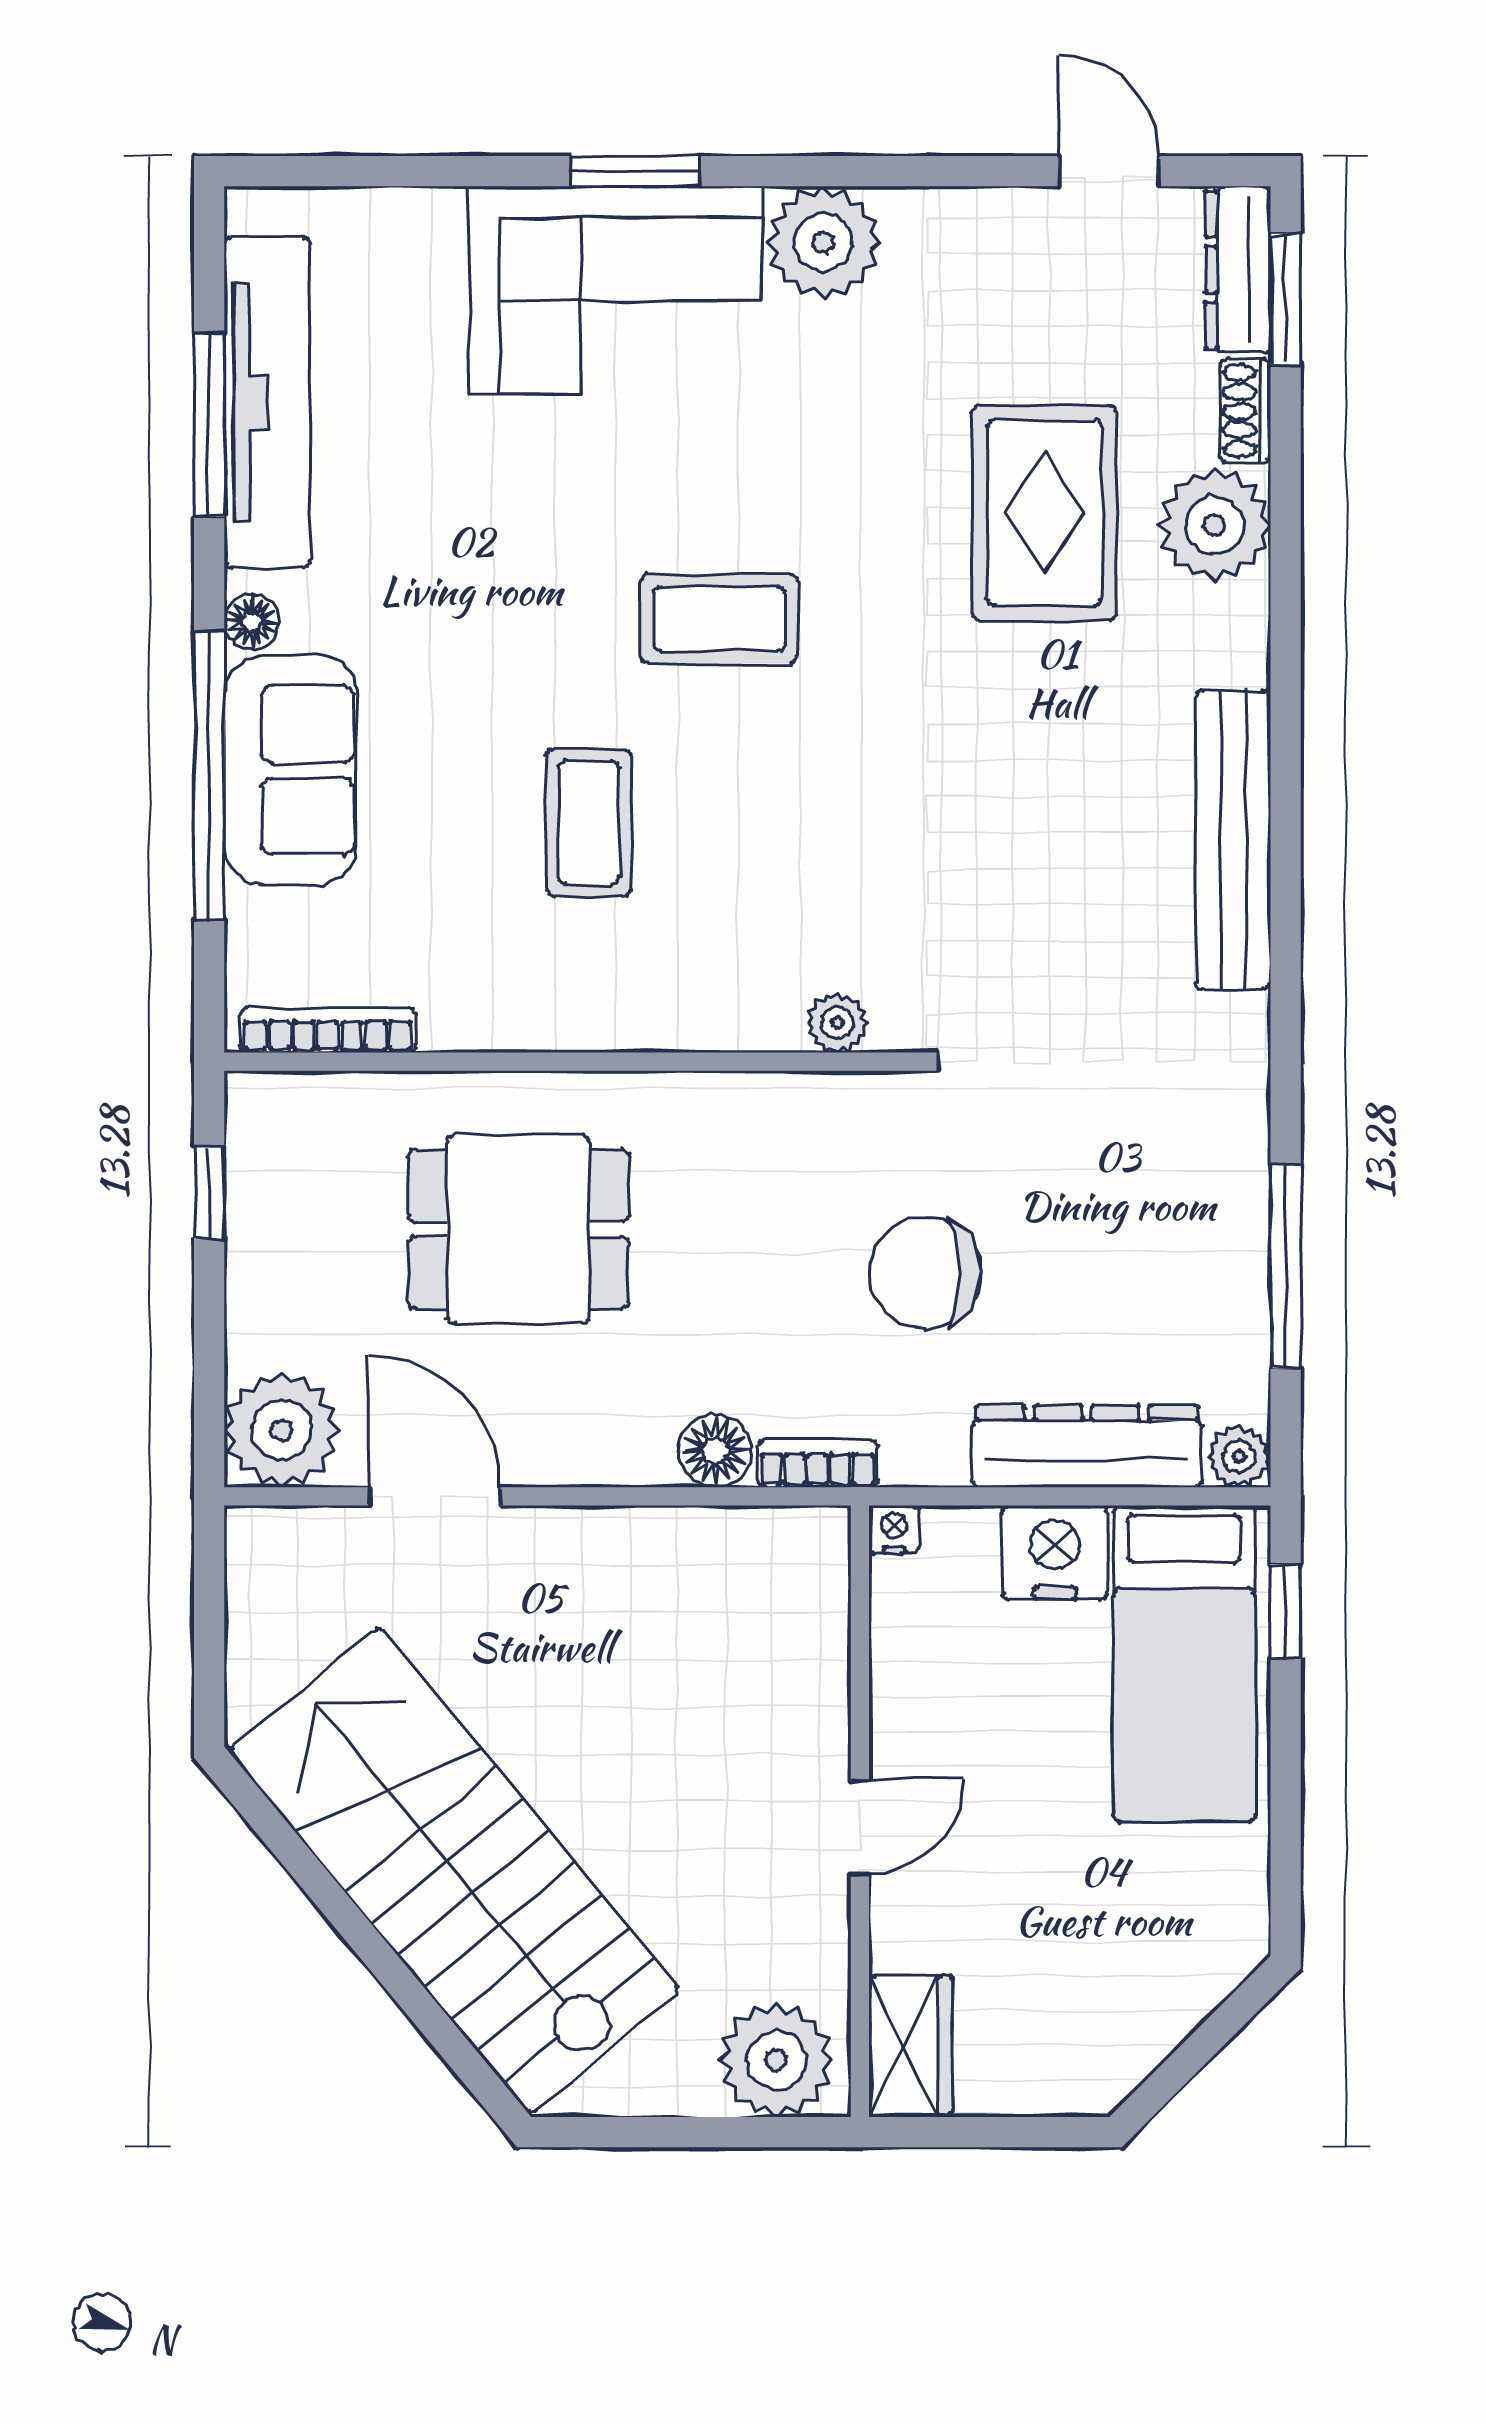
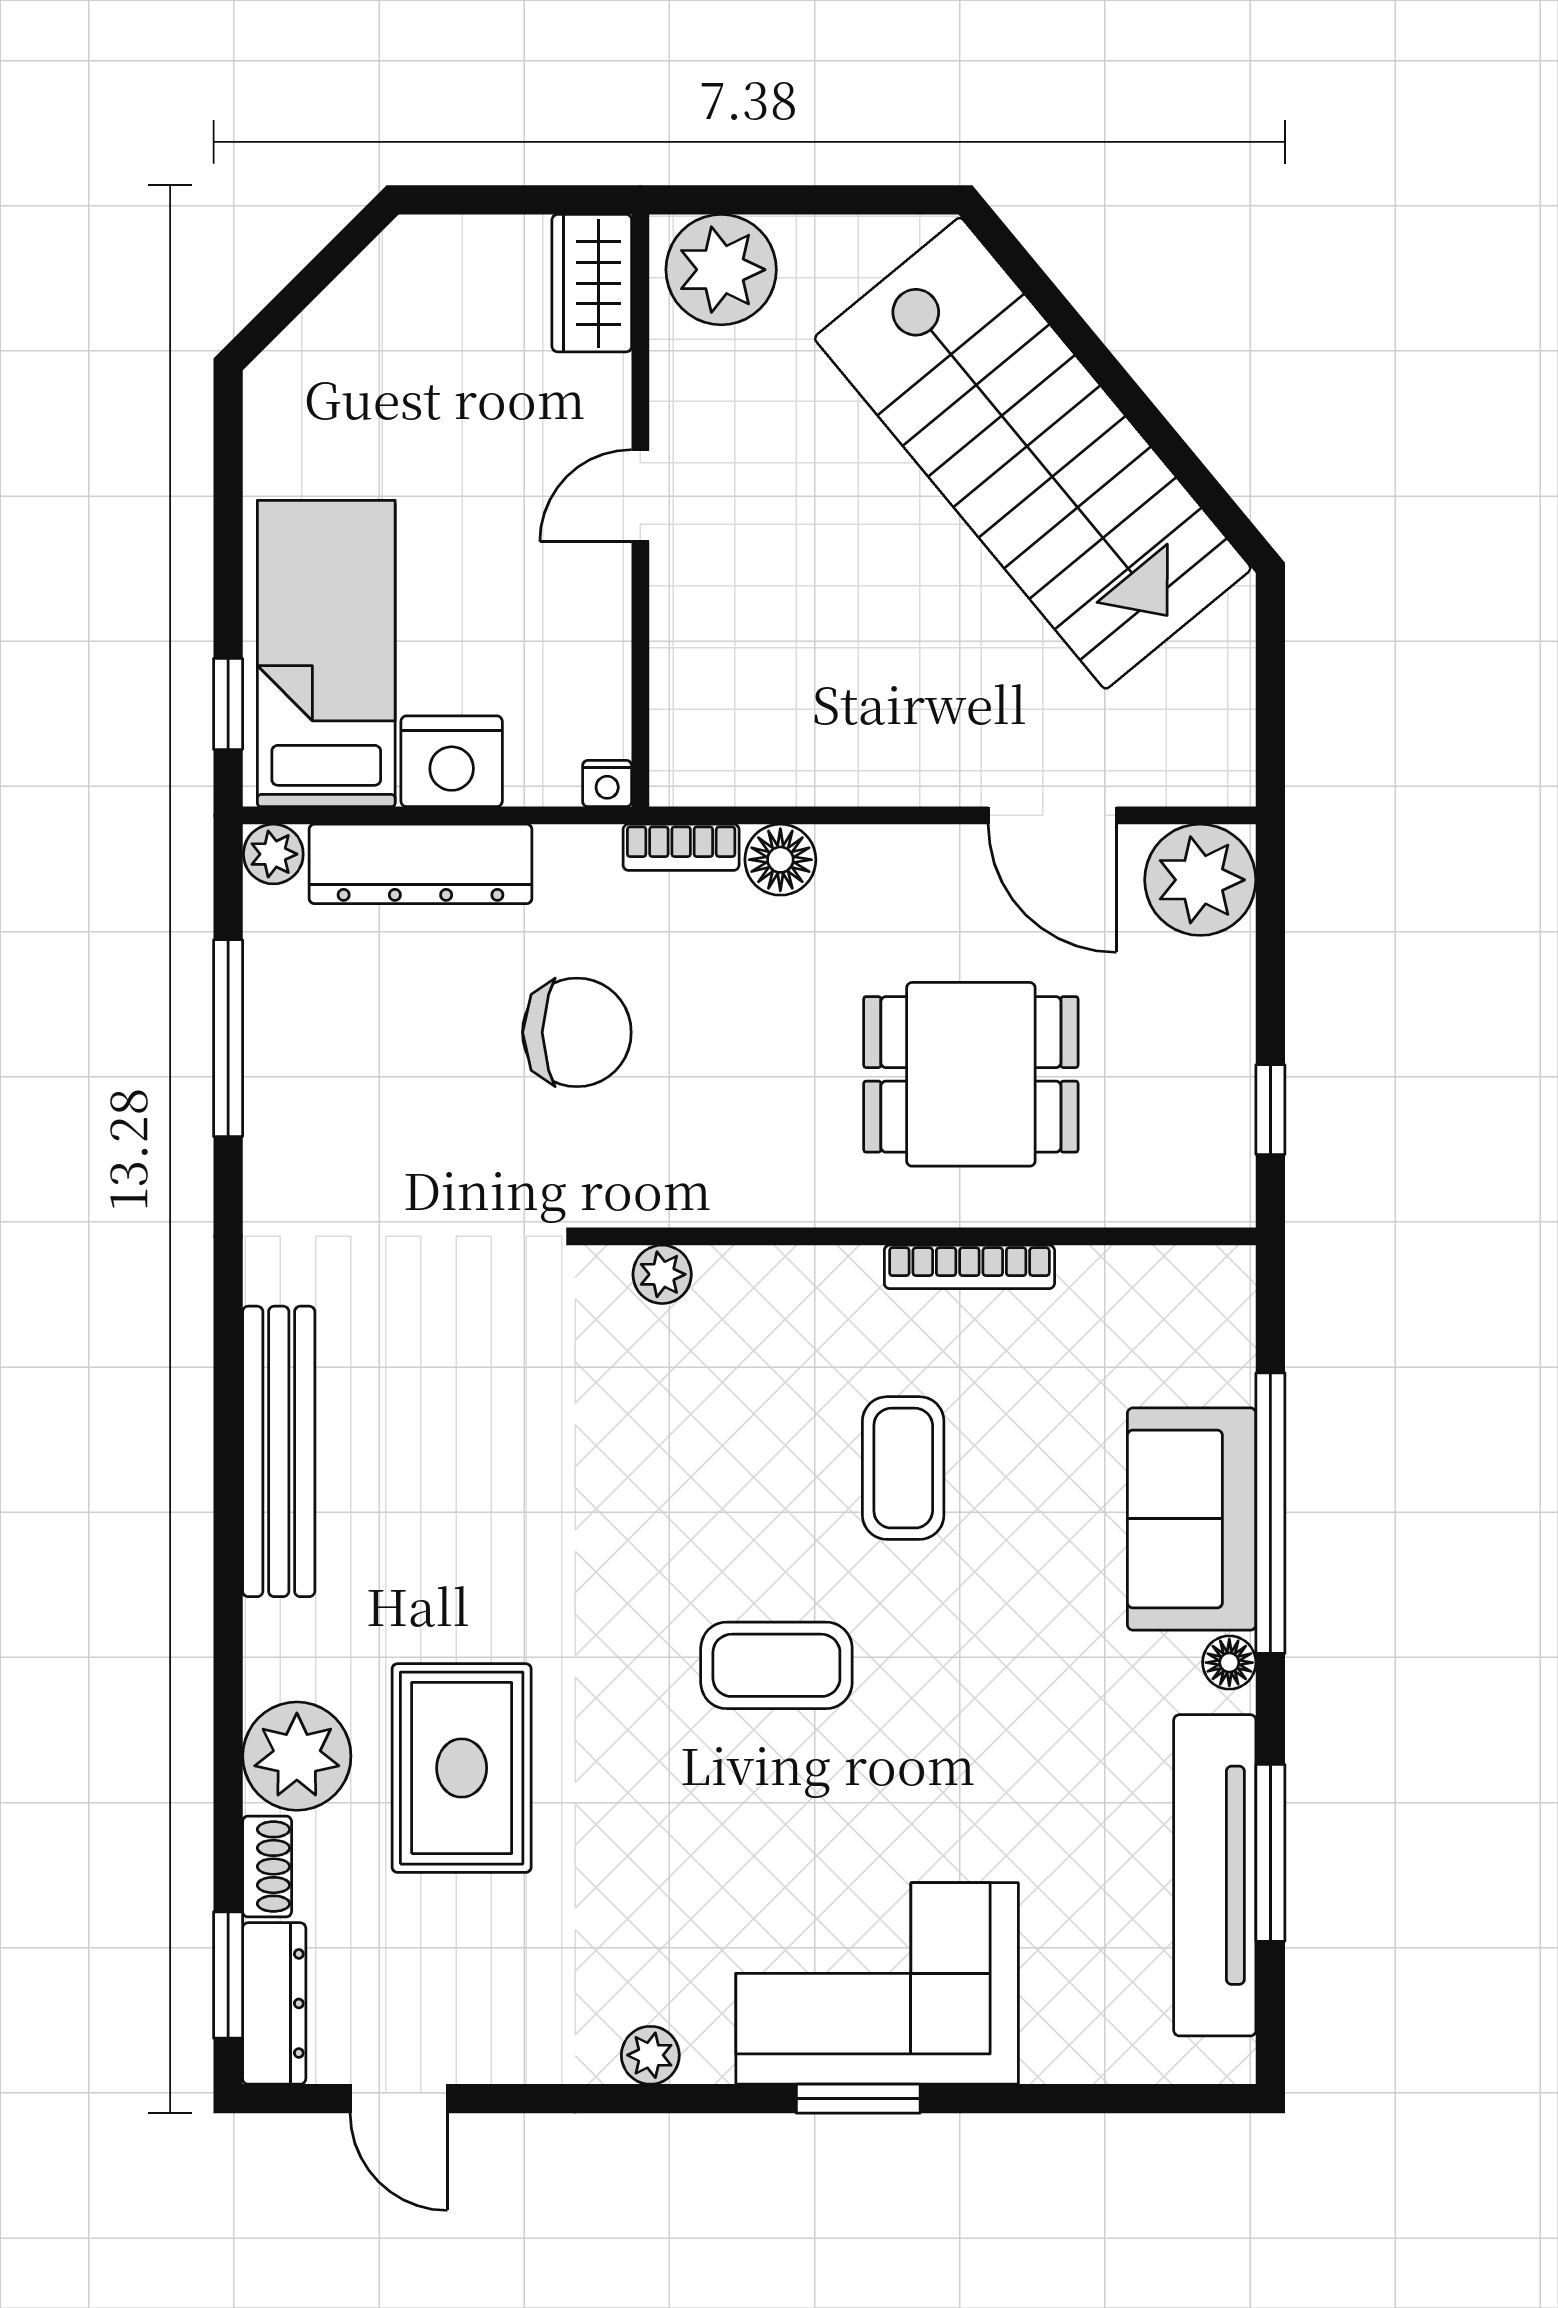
plant: (823, 242) -> (650, 2055), width x0.53, depth x0.53
bookcase: (328, 1030) -> (969, 1267), moved

